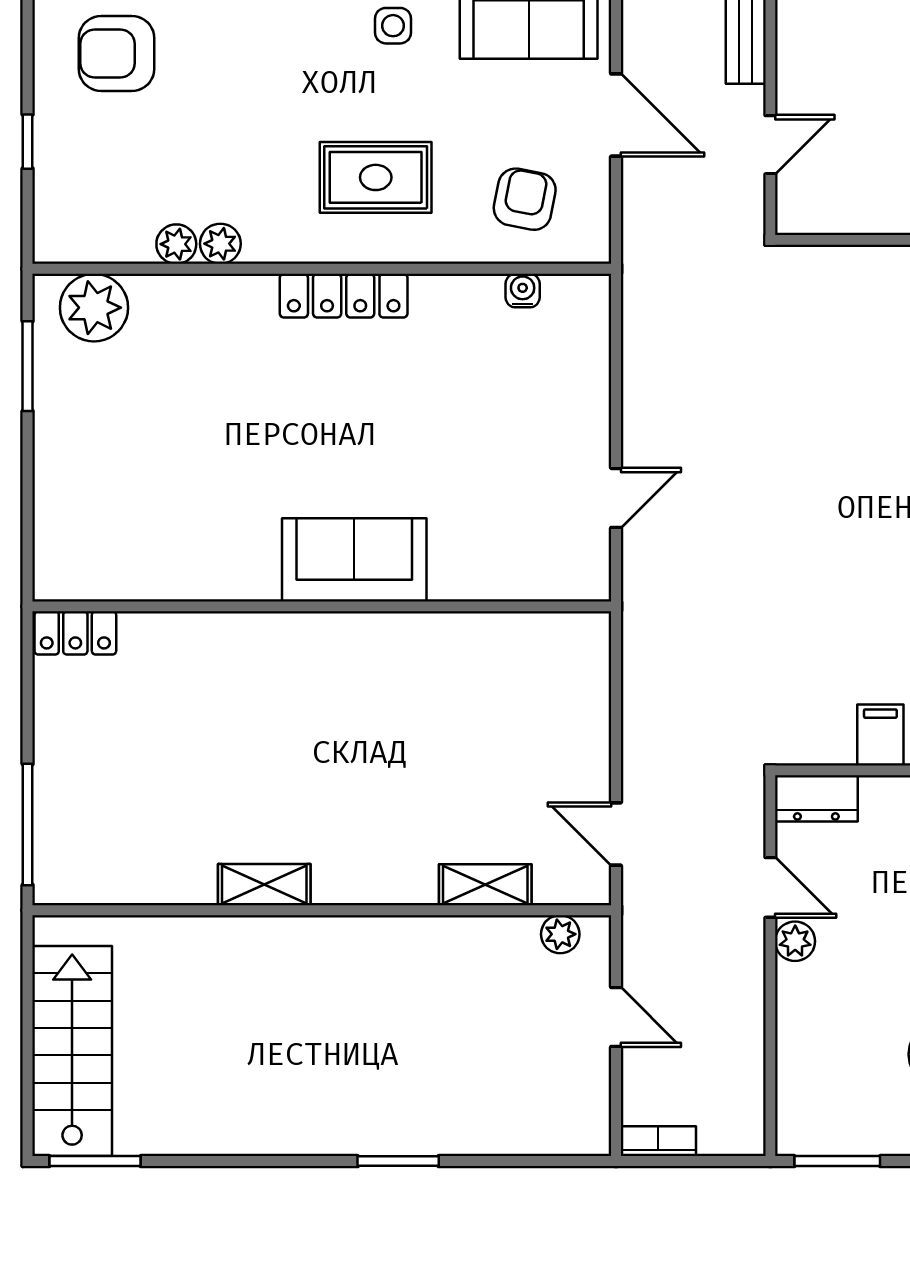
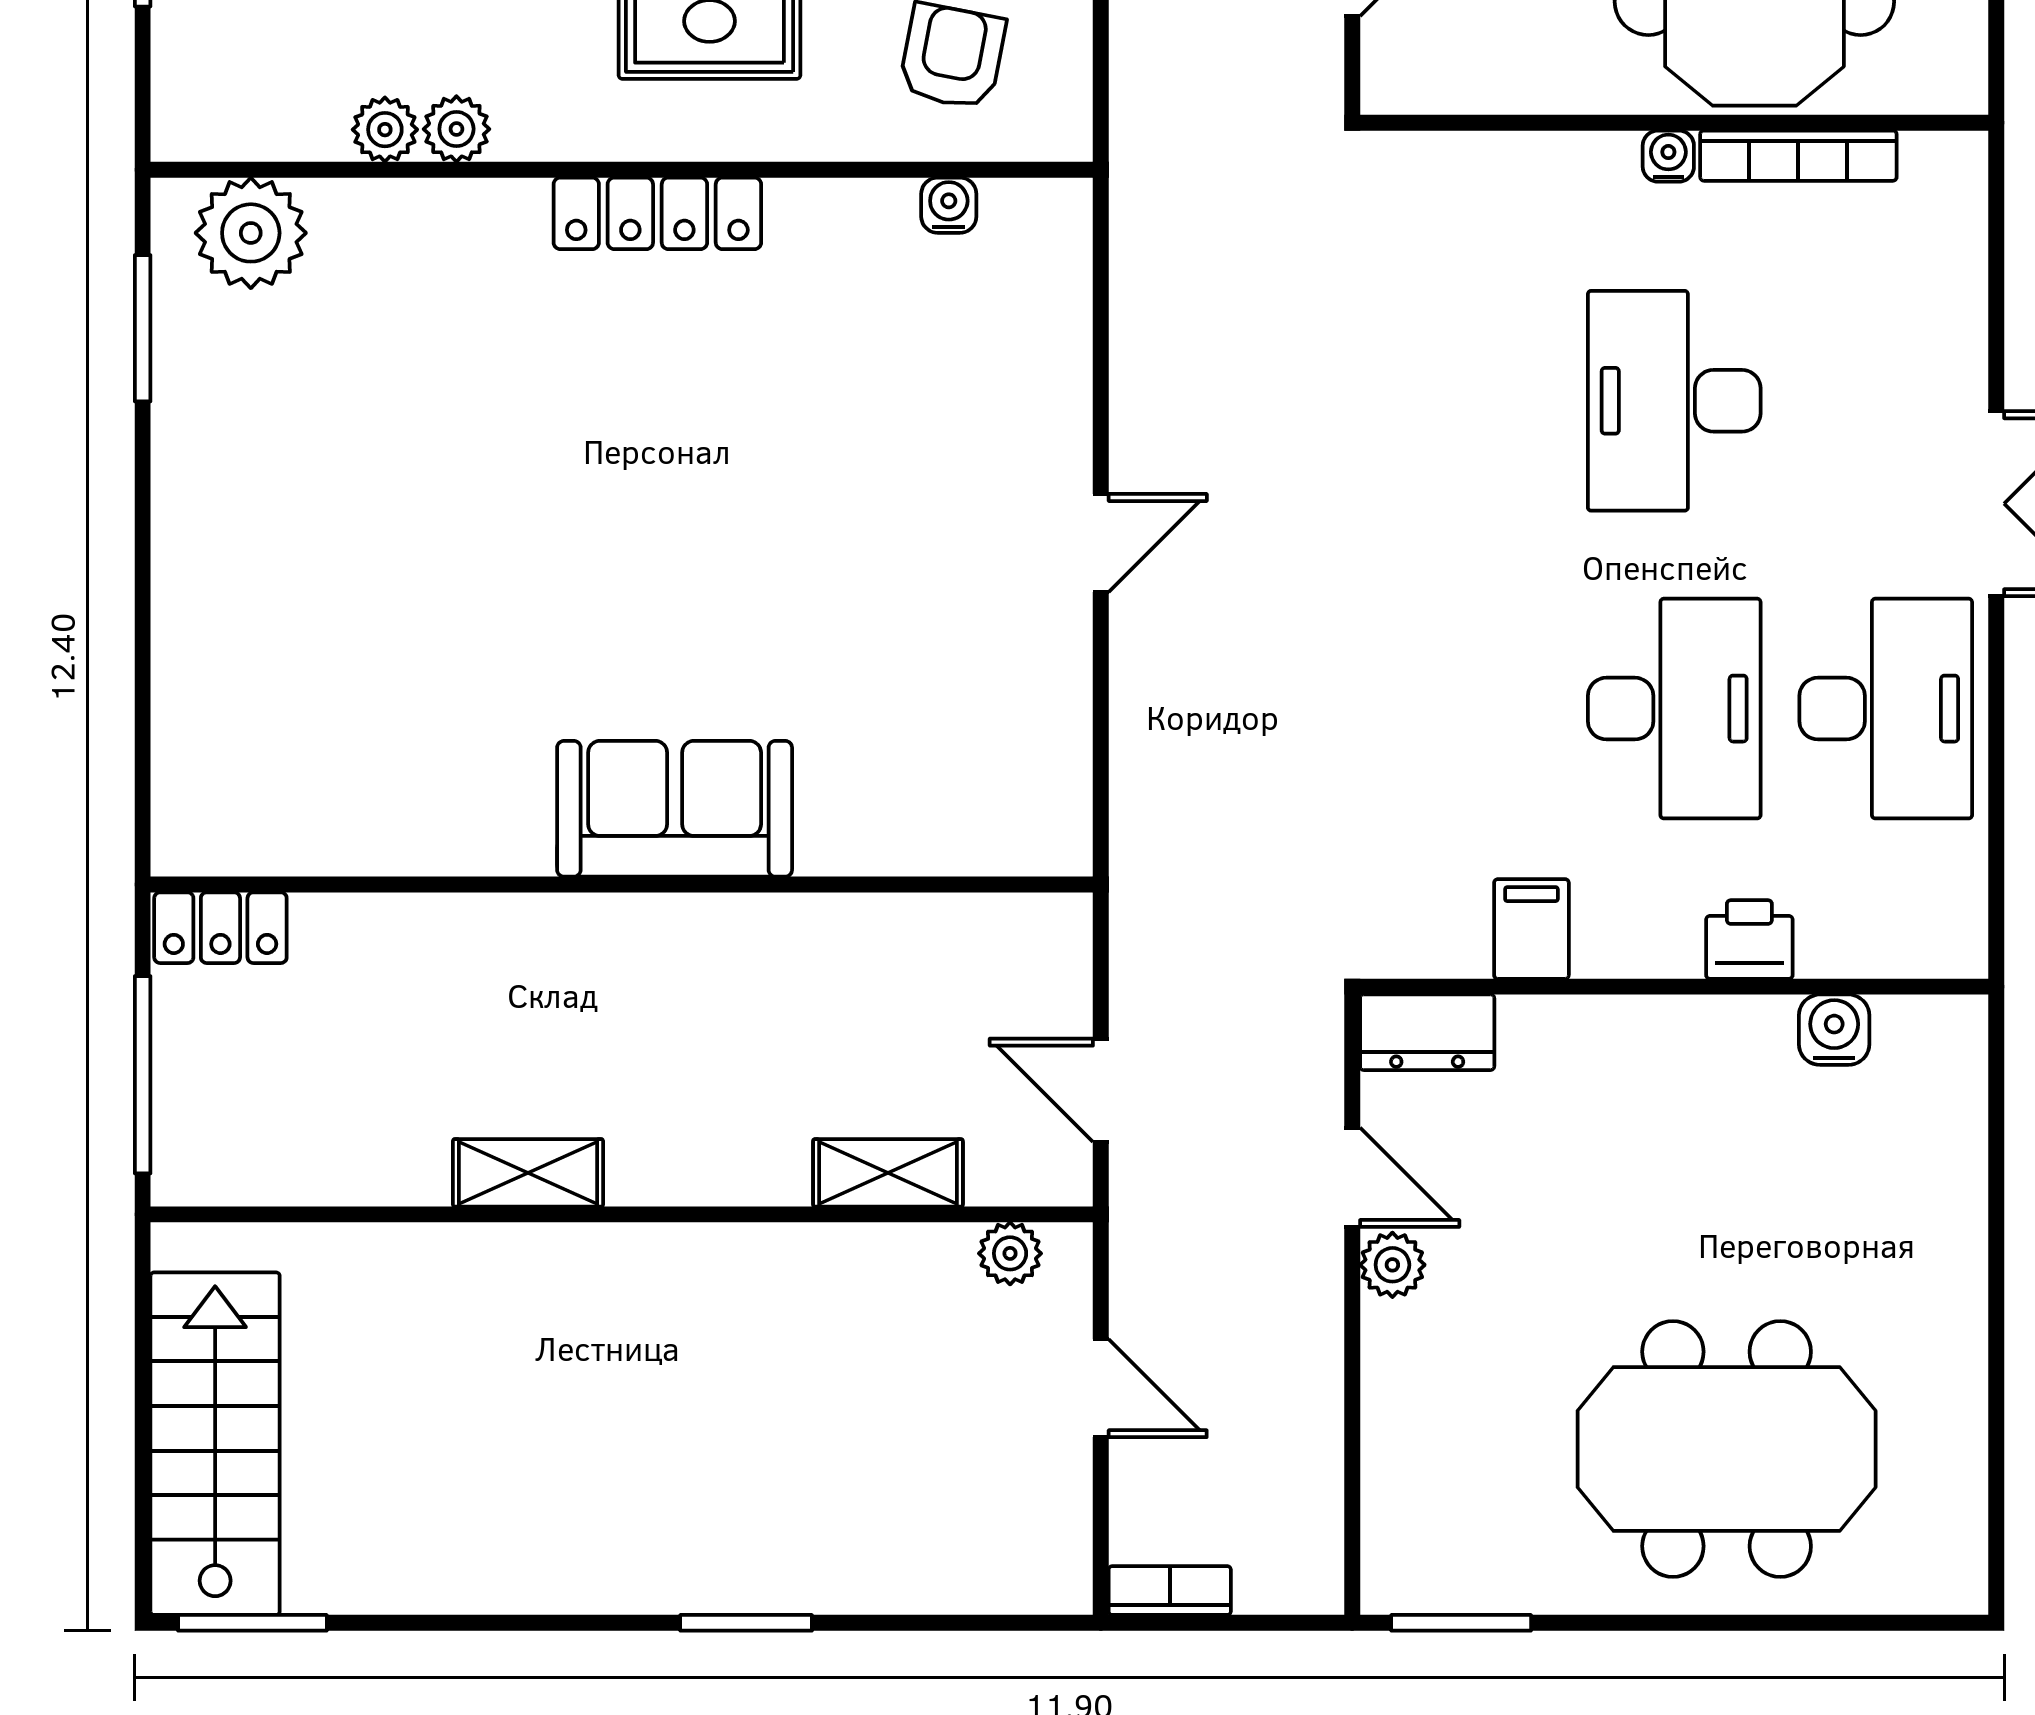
sofa: (354, 560) -> (675, 809), moved
wall: (322, 606) -> (622, 885), moved
locker: (75, 633) -> (220, 928), moved

